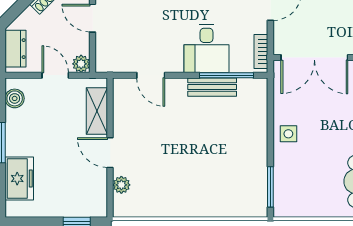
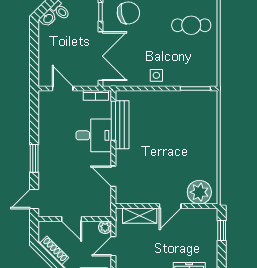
door: (93, 18) -> (72, 219), hinge flipped
door: (151, 75) -> (113, 176), swing flipped
bench: (212, 87) -> (122, 125), width x1.36
plant: (121, 185) -> (199, 192), width x1.88, depth x1.88

